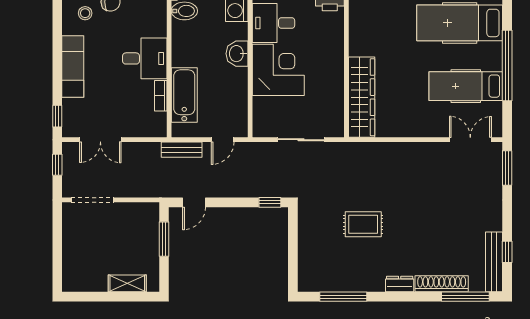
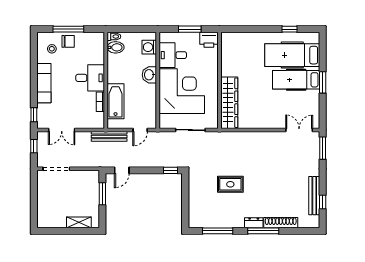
window: (507, 65) -> (323, 82), width x0.47
corner desk: (278, 70) -> (182, 91), width x1.36, depth x1.36
hospital bed: (466, 86) -> (296, 80), moved
bench: (182, 150) -> (109, 136), width x1.36
bench: (494, 262) -> (314, 196), moved
window: (465, 297) -> (263, 231), moved

